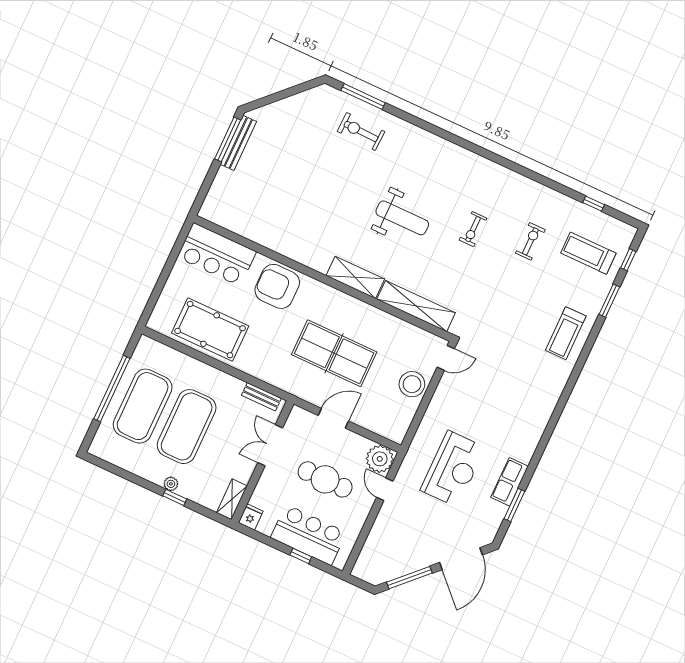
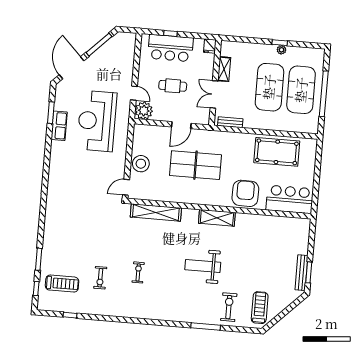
window: (363, 97) -> (206, 327), moved
exercise bike: (361, 131) -> (229, 307), turned -92
window: (228, 139) -> (309, 272), width x0.69
weight bench: (402, 218) -> (203, 266), moved
shelving: (355, 277) -> (217, 218), moved
armchair: (277, 286) -> (245, 193), turned -90
treadmill: (566, 333) -> (260, 308), moved
double door: (270, 445) -> (214, 94), swing flipped
reception desk: (453, 469) -> (97, 121), width x1.36, depth x1.30
cafe table: (325, 479) -> (173, 86), width x0.73, depth x0.74
plant: (171, 484) -> (281, 50), moved
window: (175, 497) -> (280, 43), moved
shelving: (232, 499) -> (224, 69), moved

